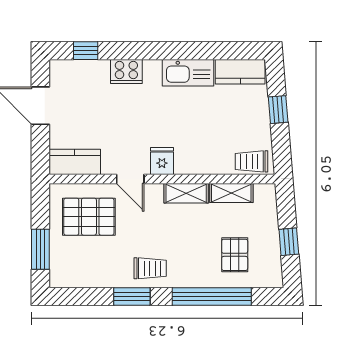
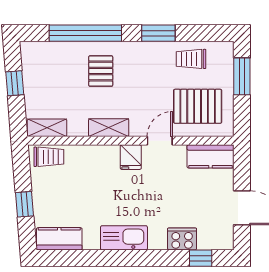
cooker: (126, 71) -> (182, 239), moved
kitchen sink: (188, 73) -> (124, 238), moved
door: (130, 179) -> (160, 141), hinge flipped
shelving: (231, 193) -> (47, 128), moved
pallet: (235, 255) -> (101, 71), moved
trolley: (150, 268) -> (191, 59), moved

